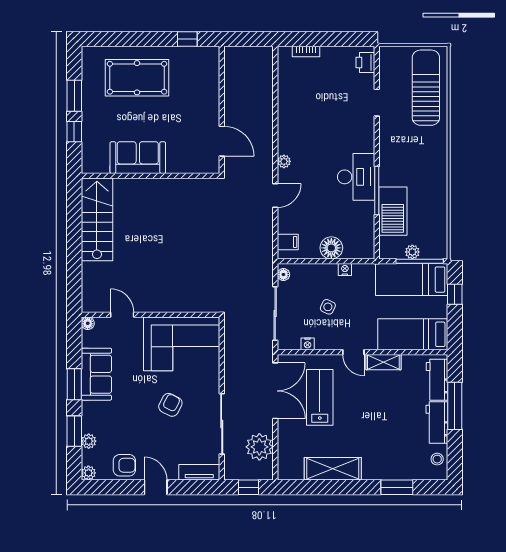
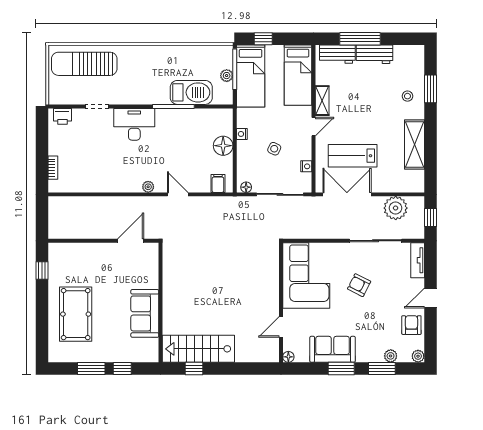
desk: (356, 177) -> (134, 124), moved
window: (74, 214) -> (194, 369), added
stool: (437, 459) -> (407, 96), moved

